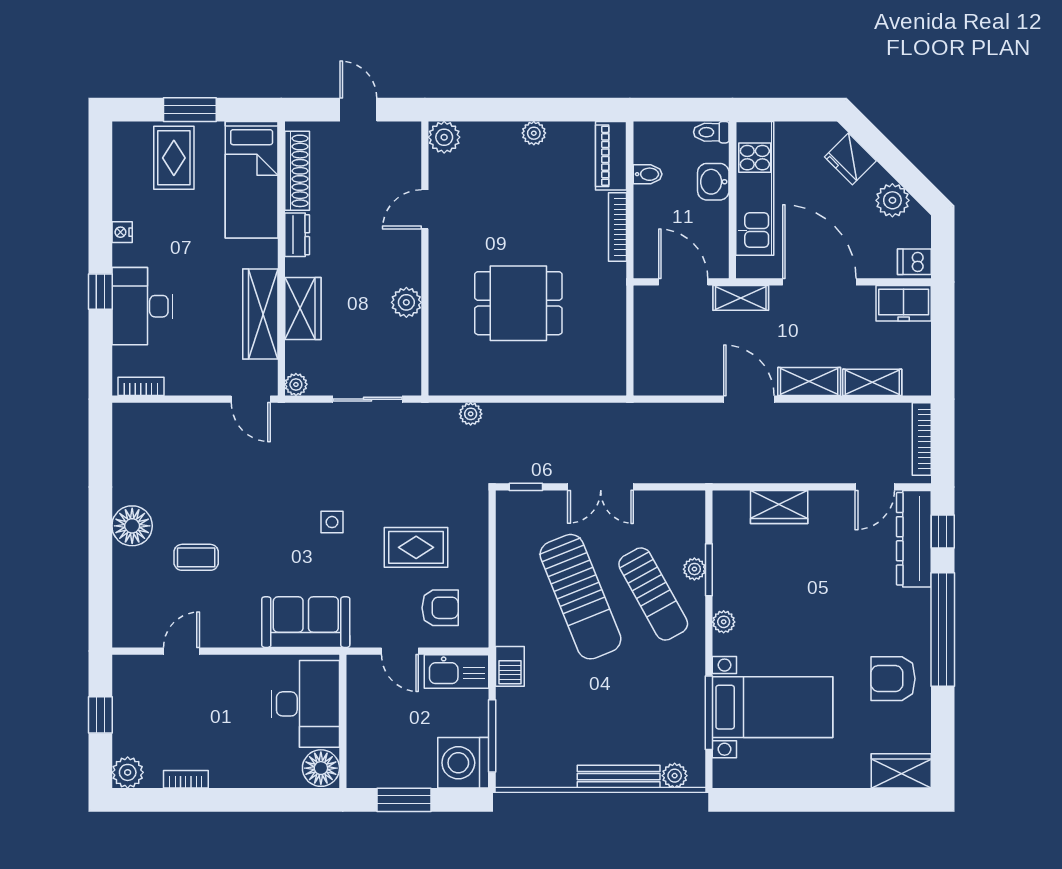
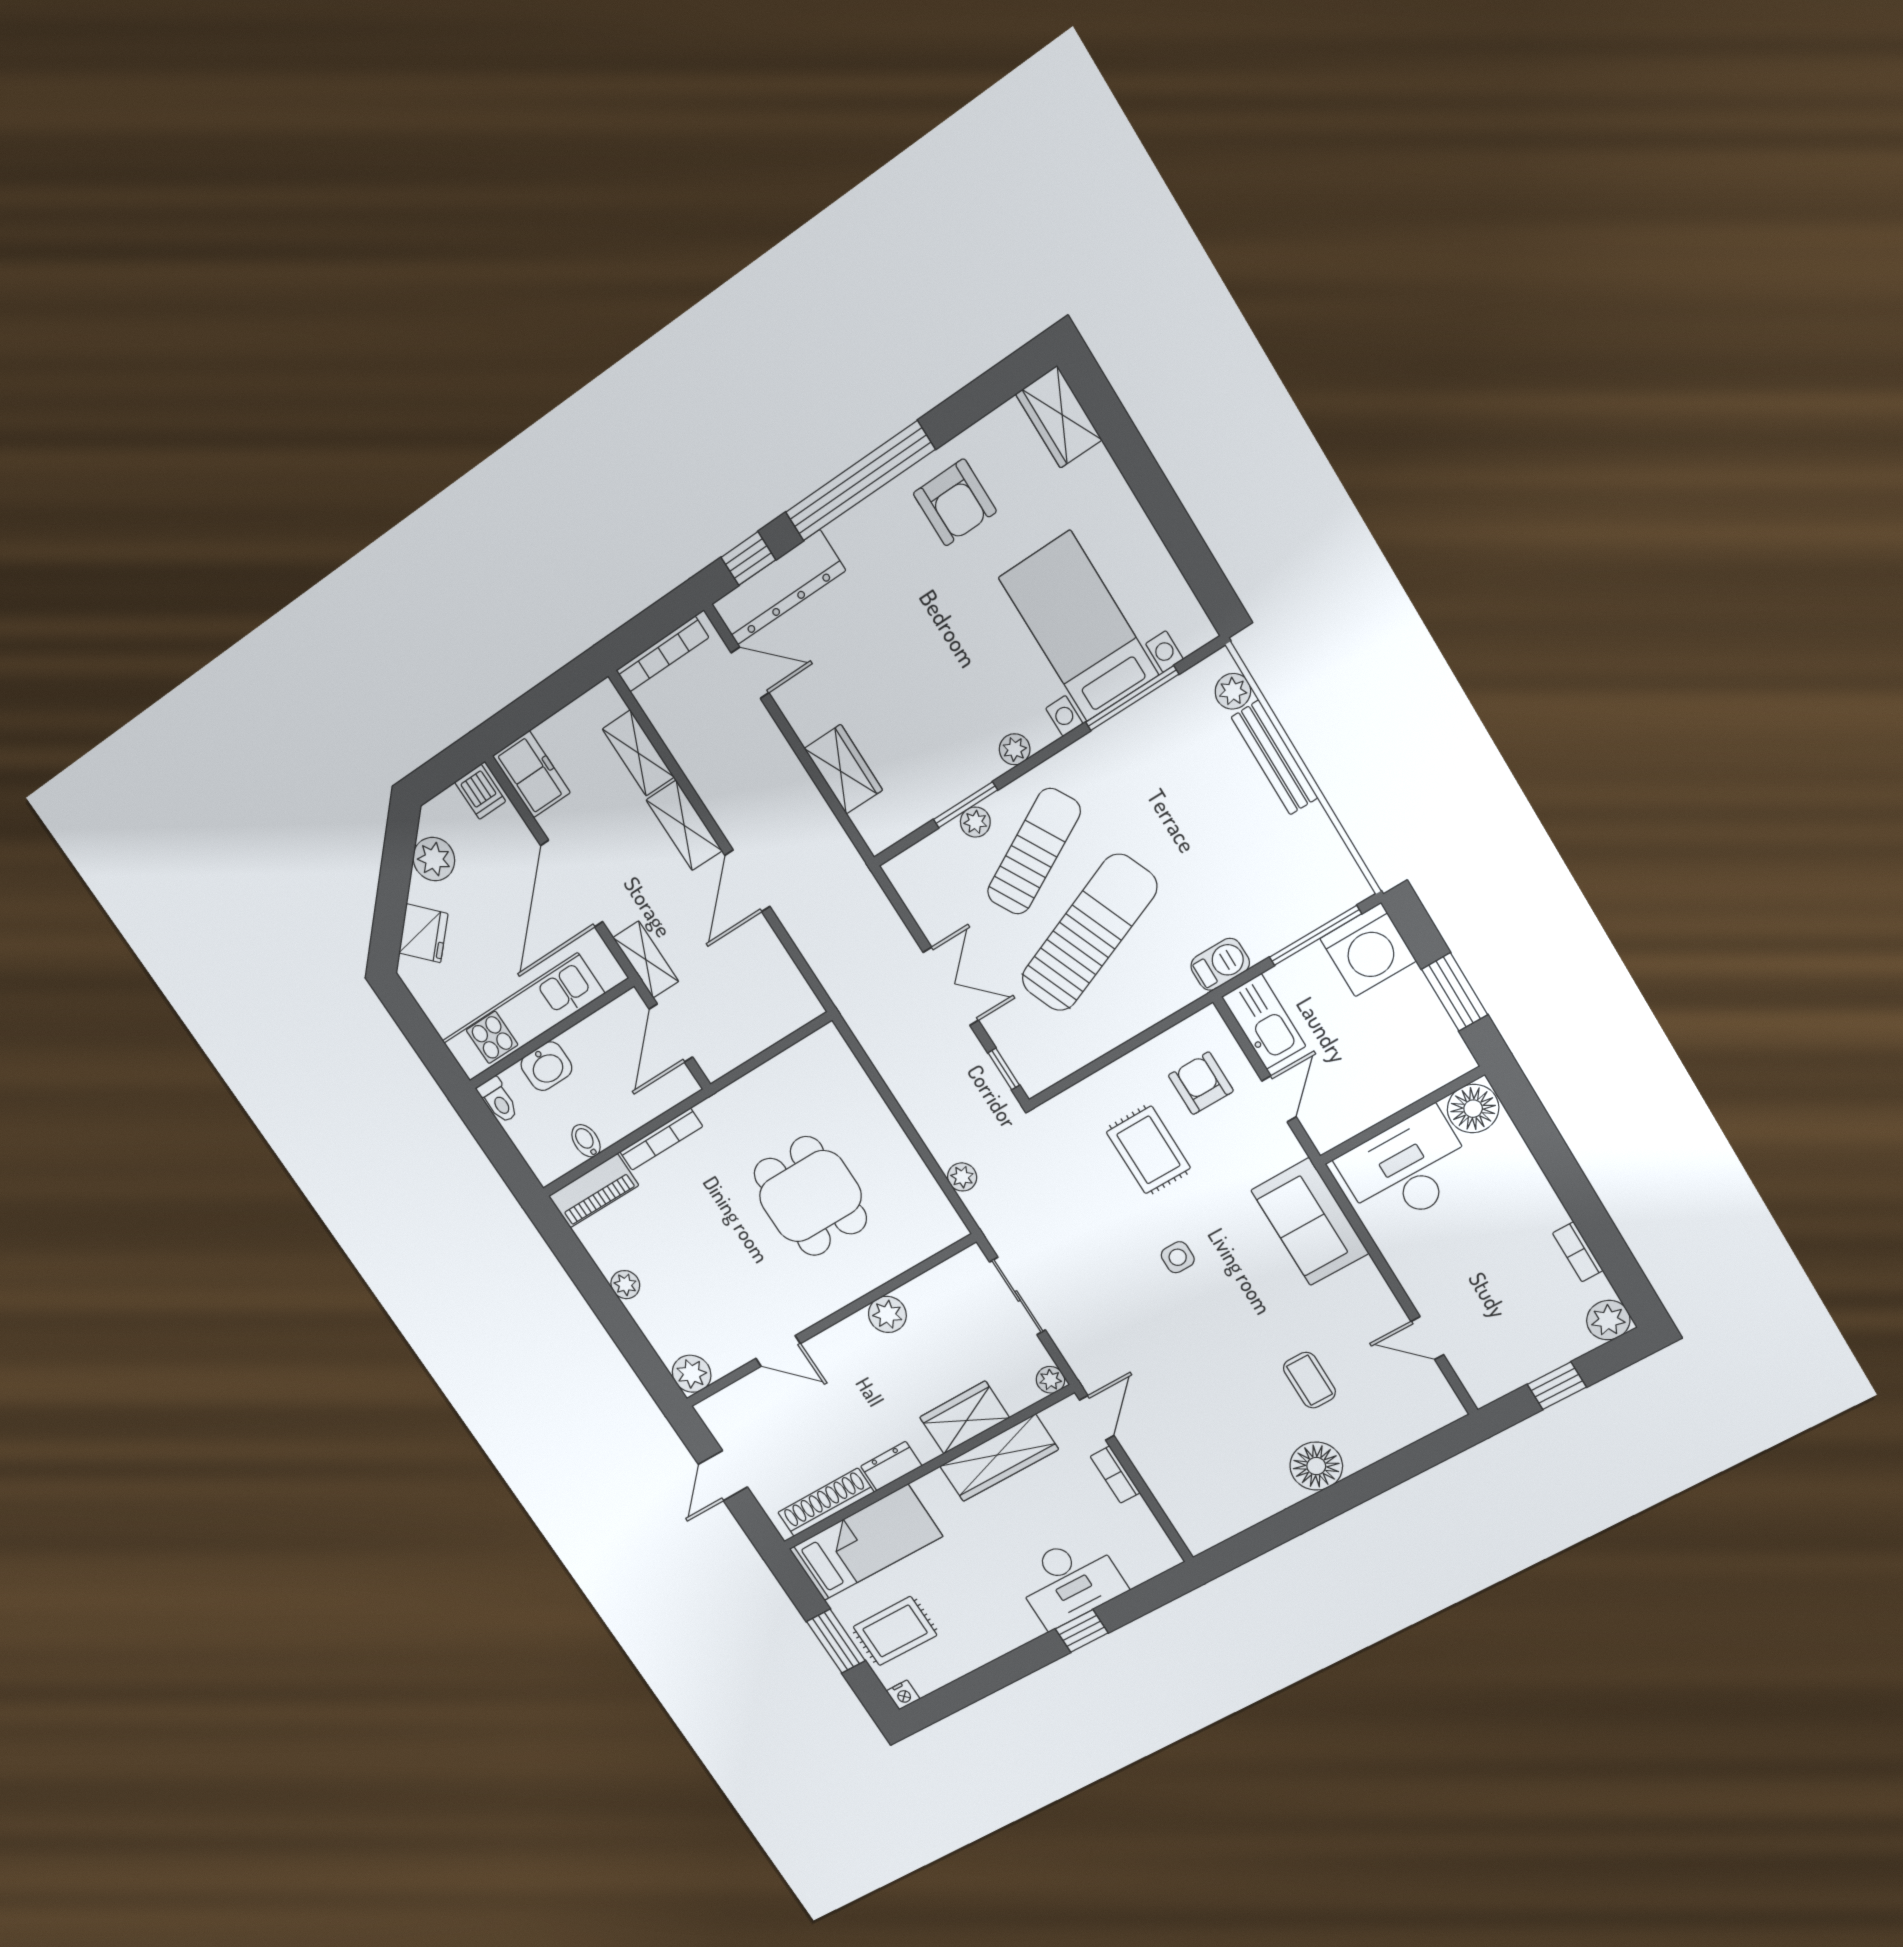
nightstand: (122, 232) -> (903, 1695), moved
bookcase: (141, 386) -> (1115, 1475), moved

